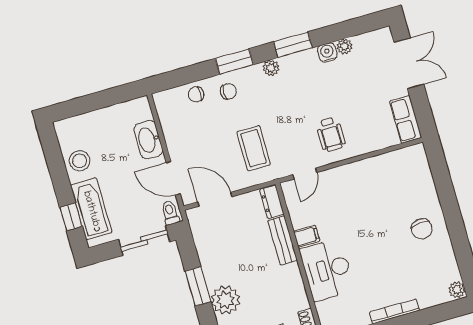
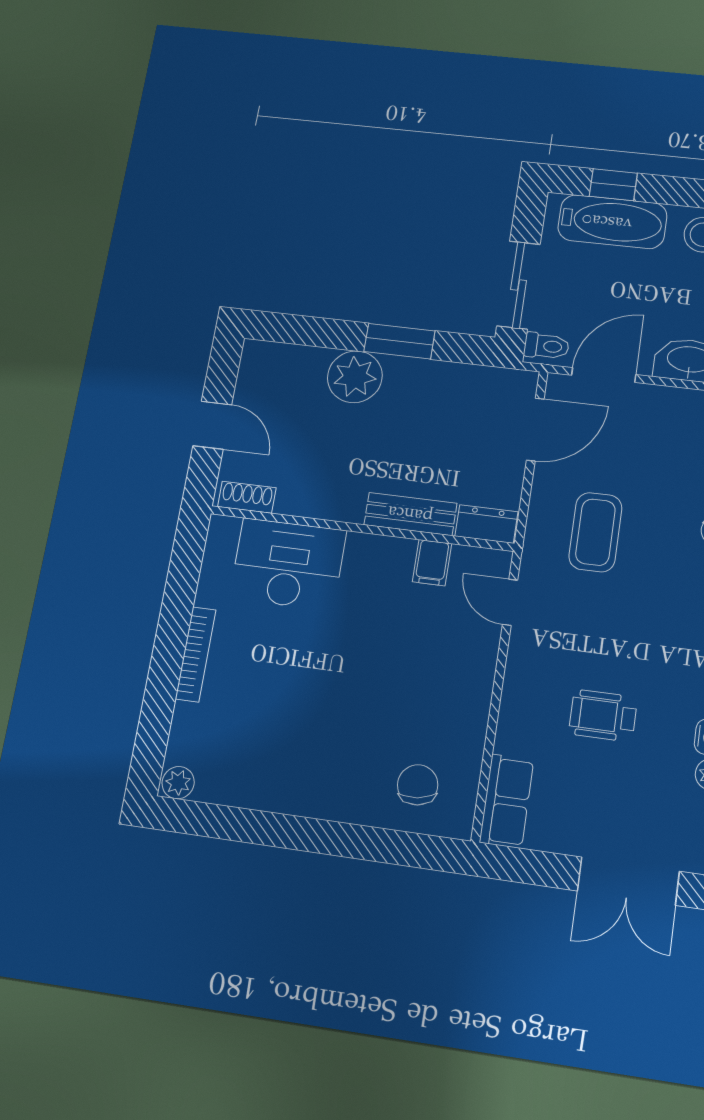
row of seats: (406, 119) -> (507, 801), moved, turned 90
wheelchair: (331, 134) -> (603, 716), moved
coffee table: (253, 148) -> (595, 532), turned 90
chair: (422, 229) -> (418, 785), moved, turned 86
filing cabinet: (307, 236) -> (432, 563), moved
desk: (327, 270) -> (288, 564), moved

